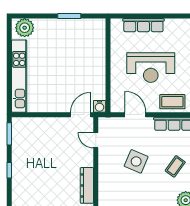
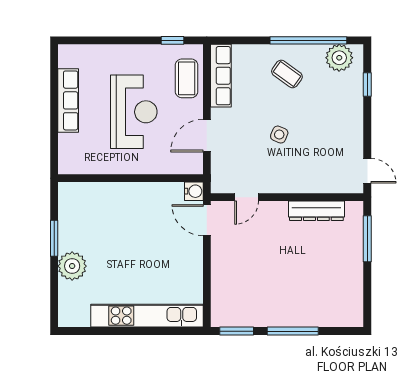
row of seats: (143, 25) -> (68, 100), moved
plant: (25, 28) -> (72, 266), moved
side table: (136, 161) -> (279, 135), width x0.54, depth x0.54
window: (9, 170) -> (293, 331), width x2.17

